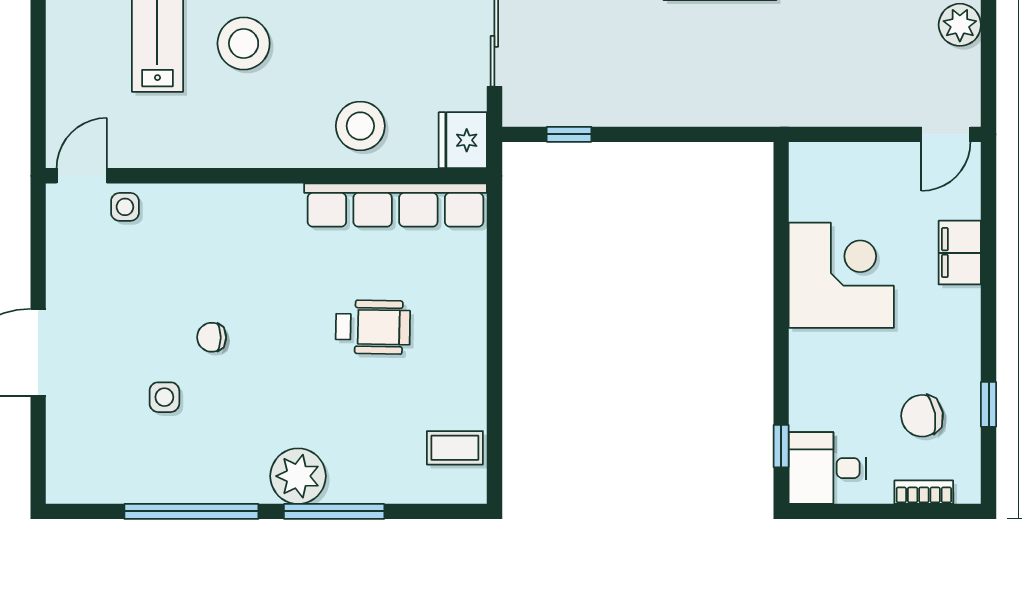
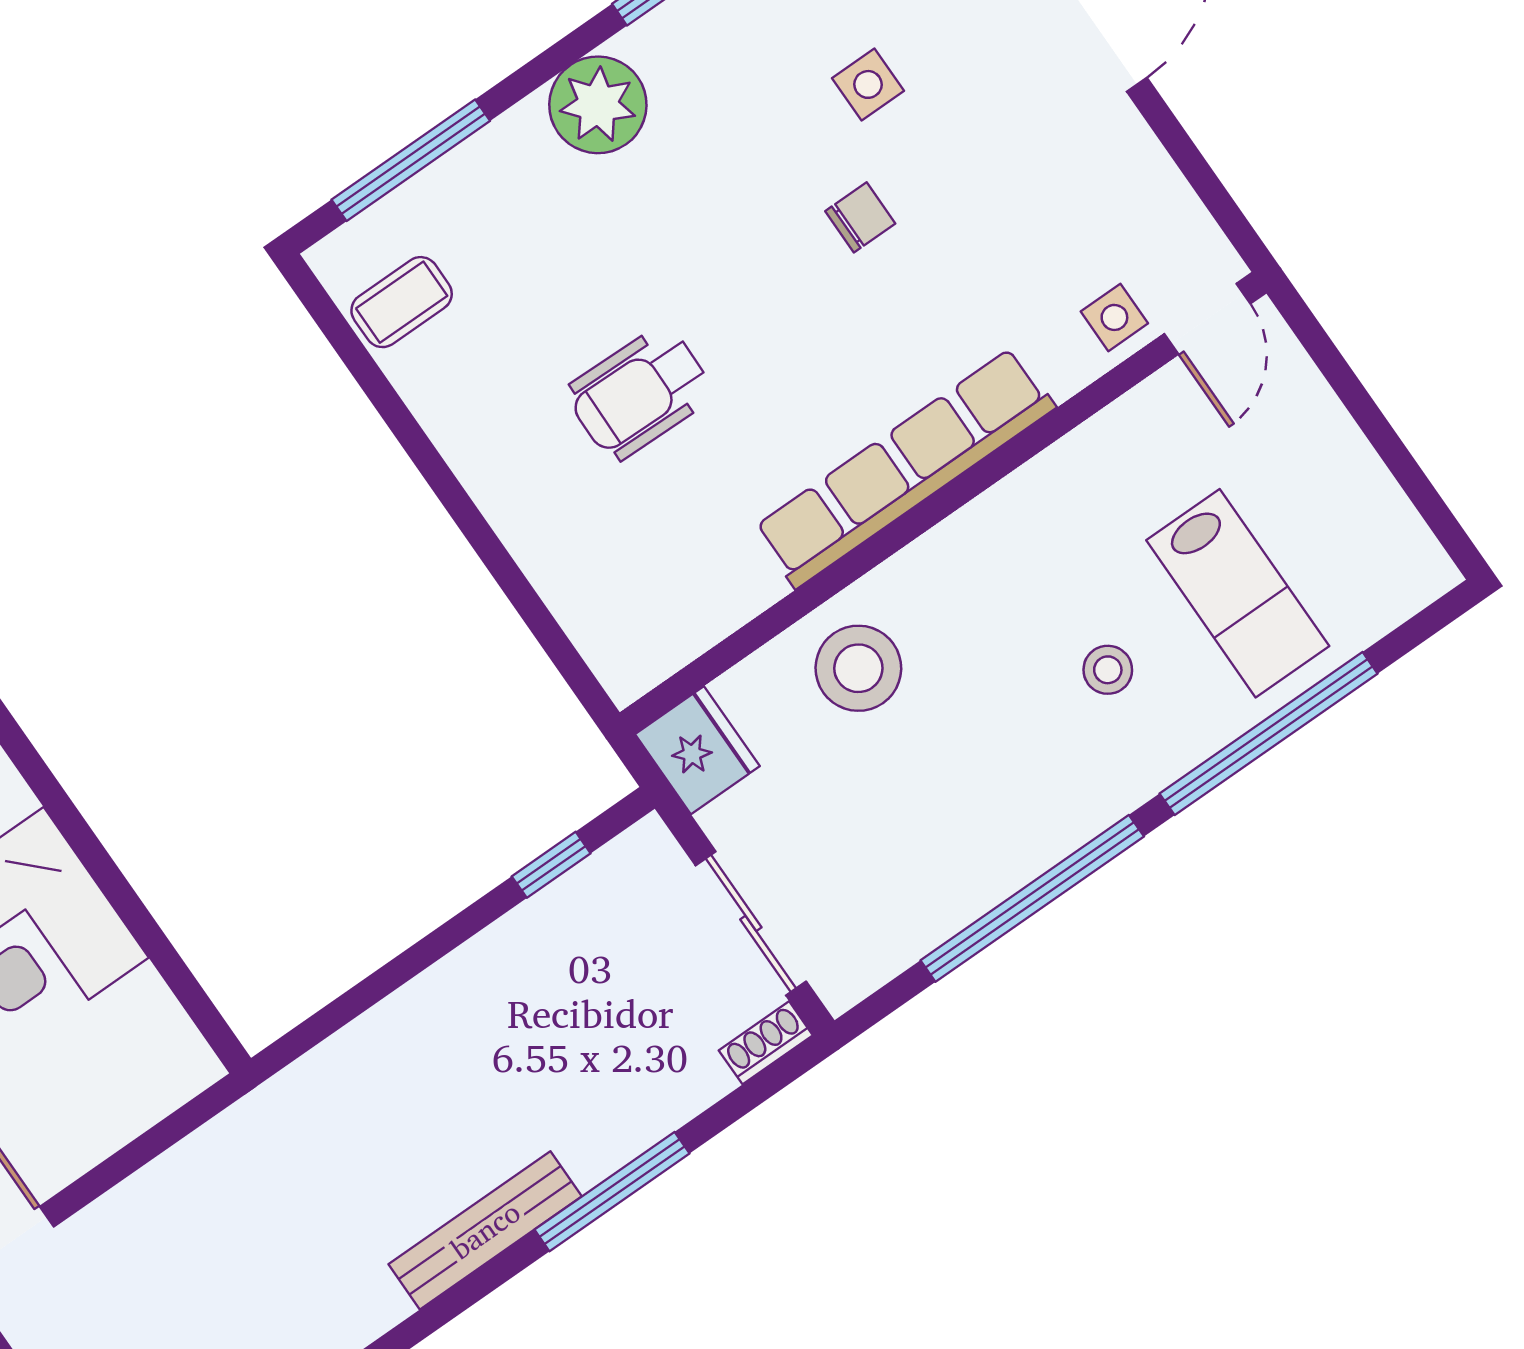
stool: (244, 43) -> (1108, 670), width x0.53, depth x0.53
row of seats: (395, 205) -> (905, 468), moved
window: (334, 511) -> (411, 160), moved

